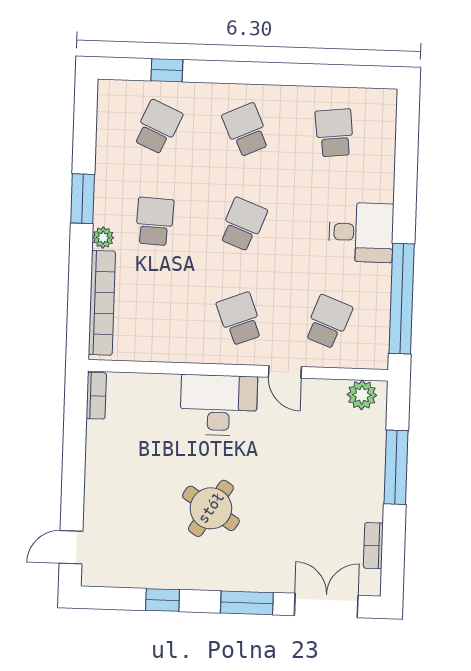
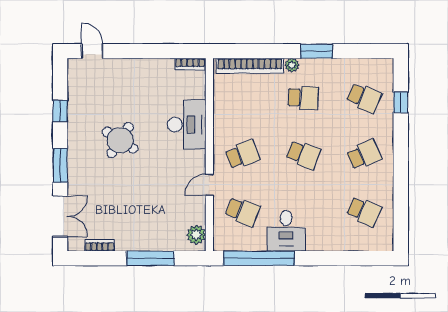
school desk: (334, 133) -> (364, 211), turned 30
desk: (361, 232) -> (286, 231), moved
desk: (219, 405) -> (187, 125), moved

